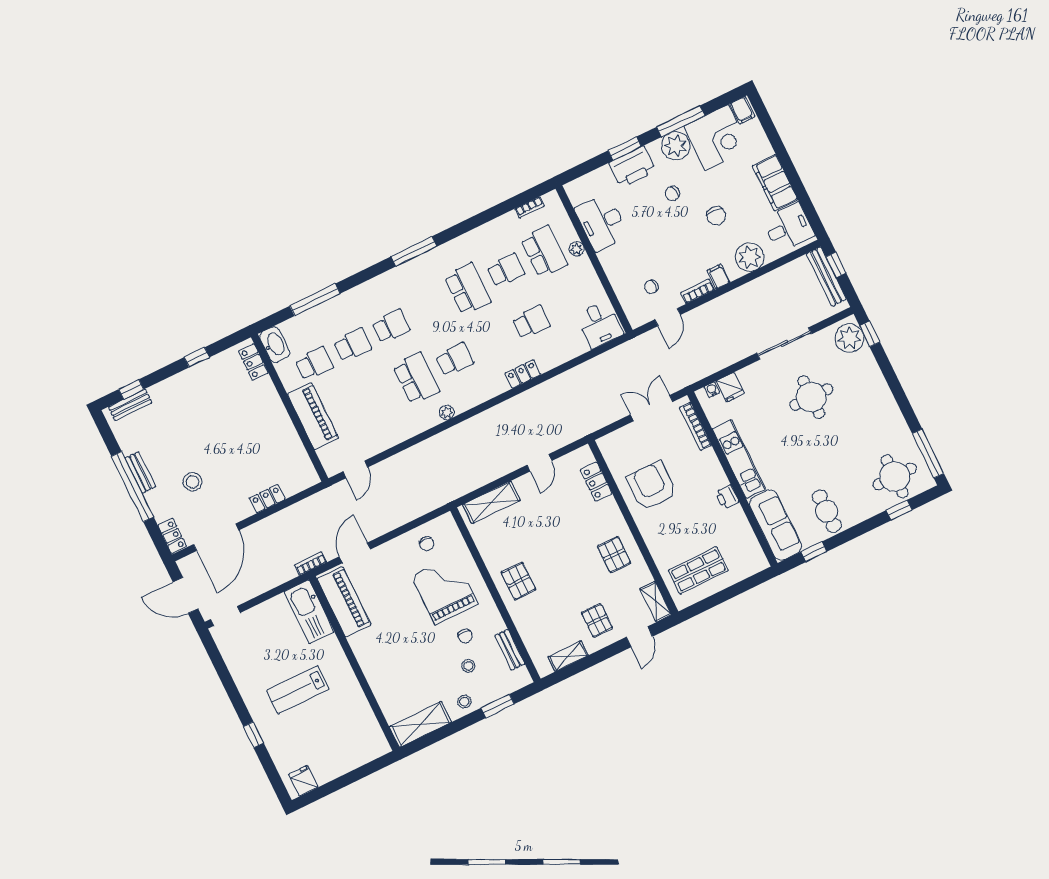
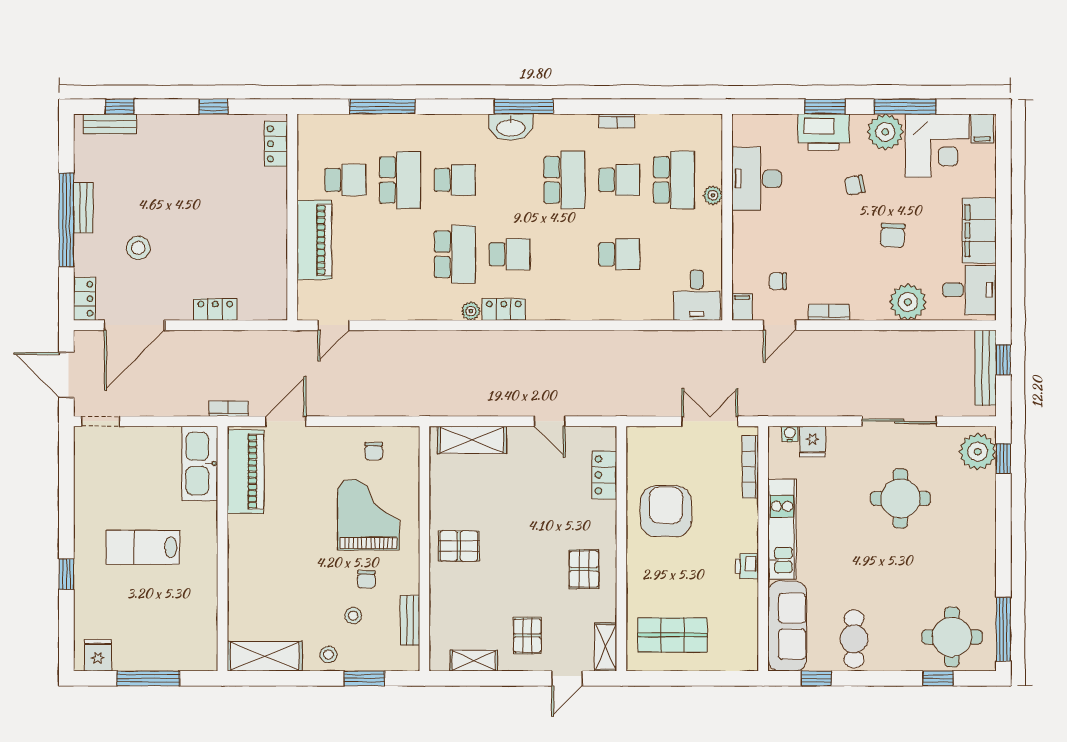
bookcase: (530, 207) -> (617, 121), moved
filing cabinet: (718, 276) -> (742, 307), moved
washbasin: (275, 345) -> (511, 127), moved, turned 90
school desk: (352, 345) -> (400, 180), width x1.85
locker: (523, 374) -> (504, 309), moved
door: (539, 463) -> (550, 421), hinge flipped
pallet: (519, 581) -> (459, 546), turned 90
window: (346, 780) -> (148, 678), added

